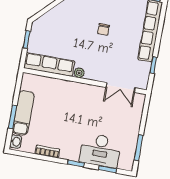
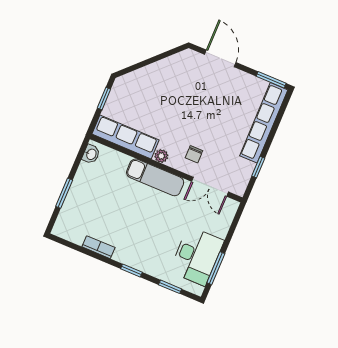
chair: (104, 29) -> (194, 154), moved
exam couch: (23, 113) -> (155, 177), moved, turned 90
washbasin: (16, 142) -> (91, 154), moved
desk: (100, 150) -> (197, 256), moved, turned -90

